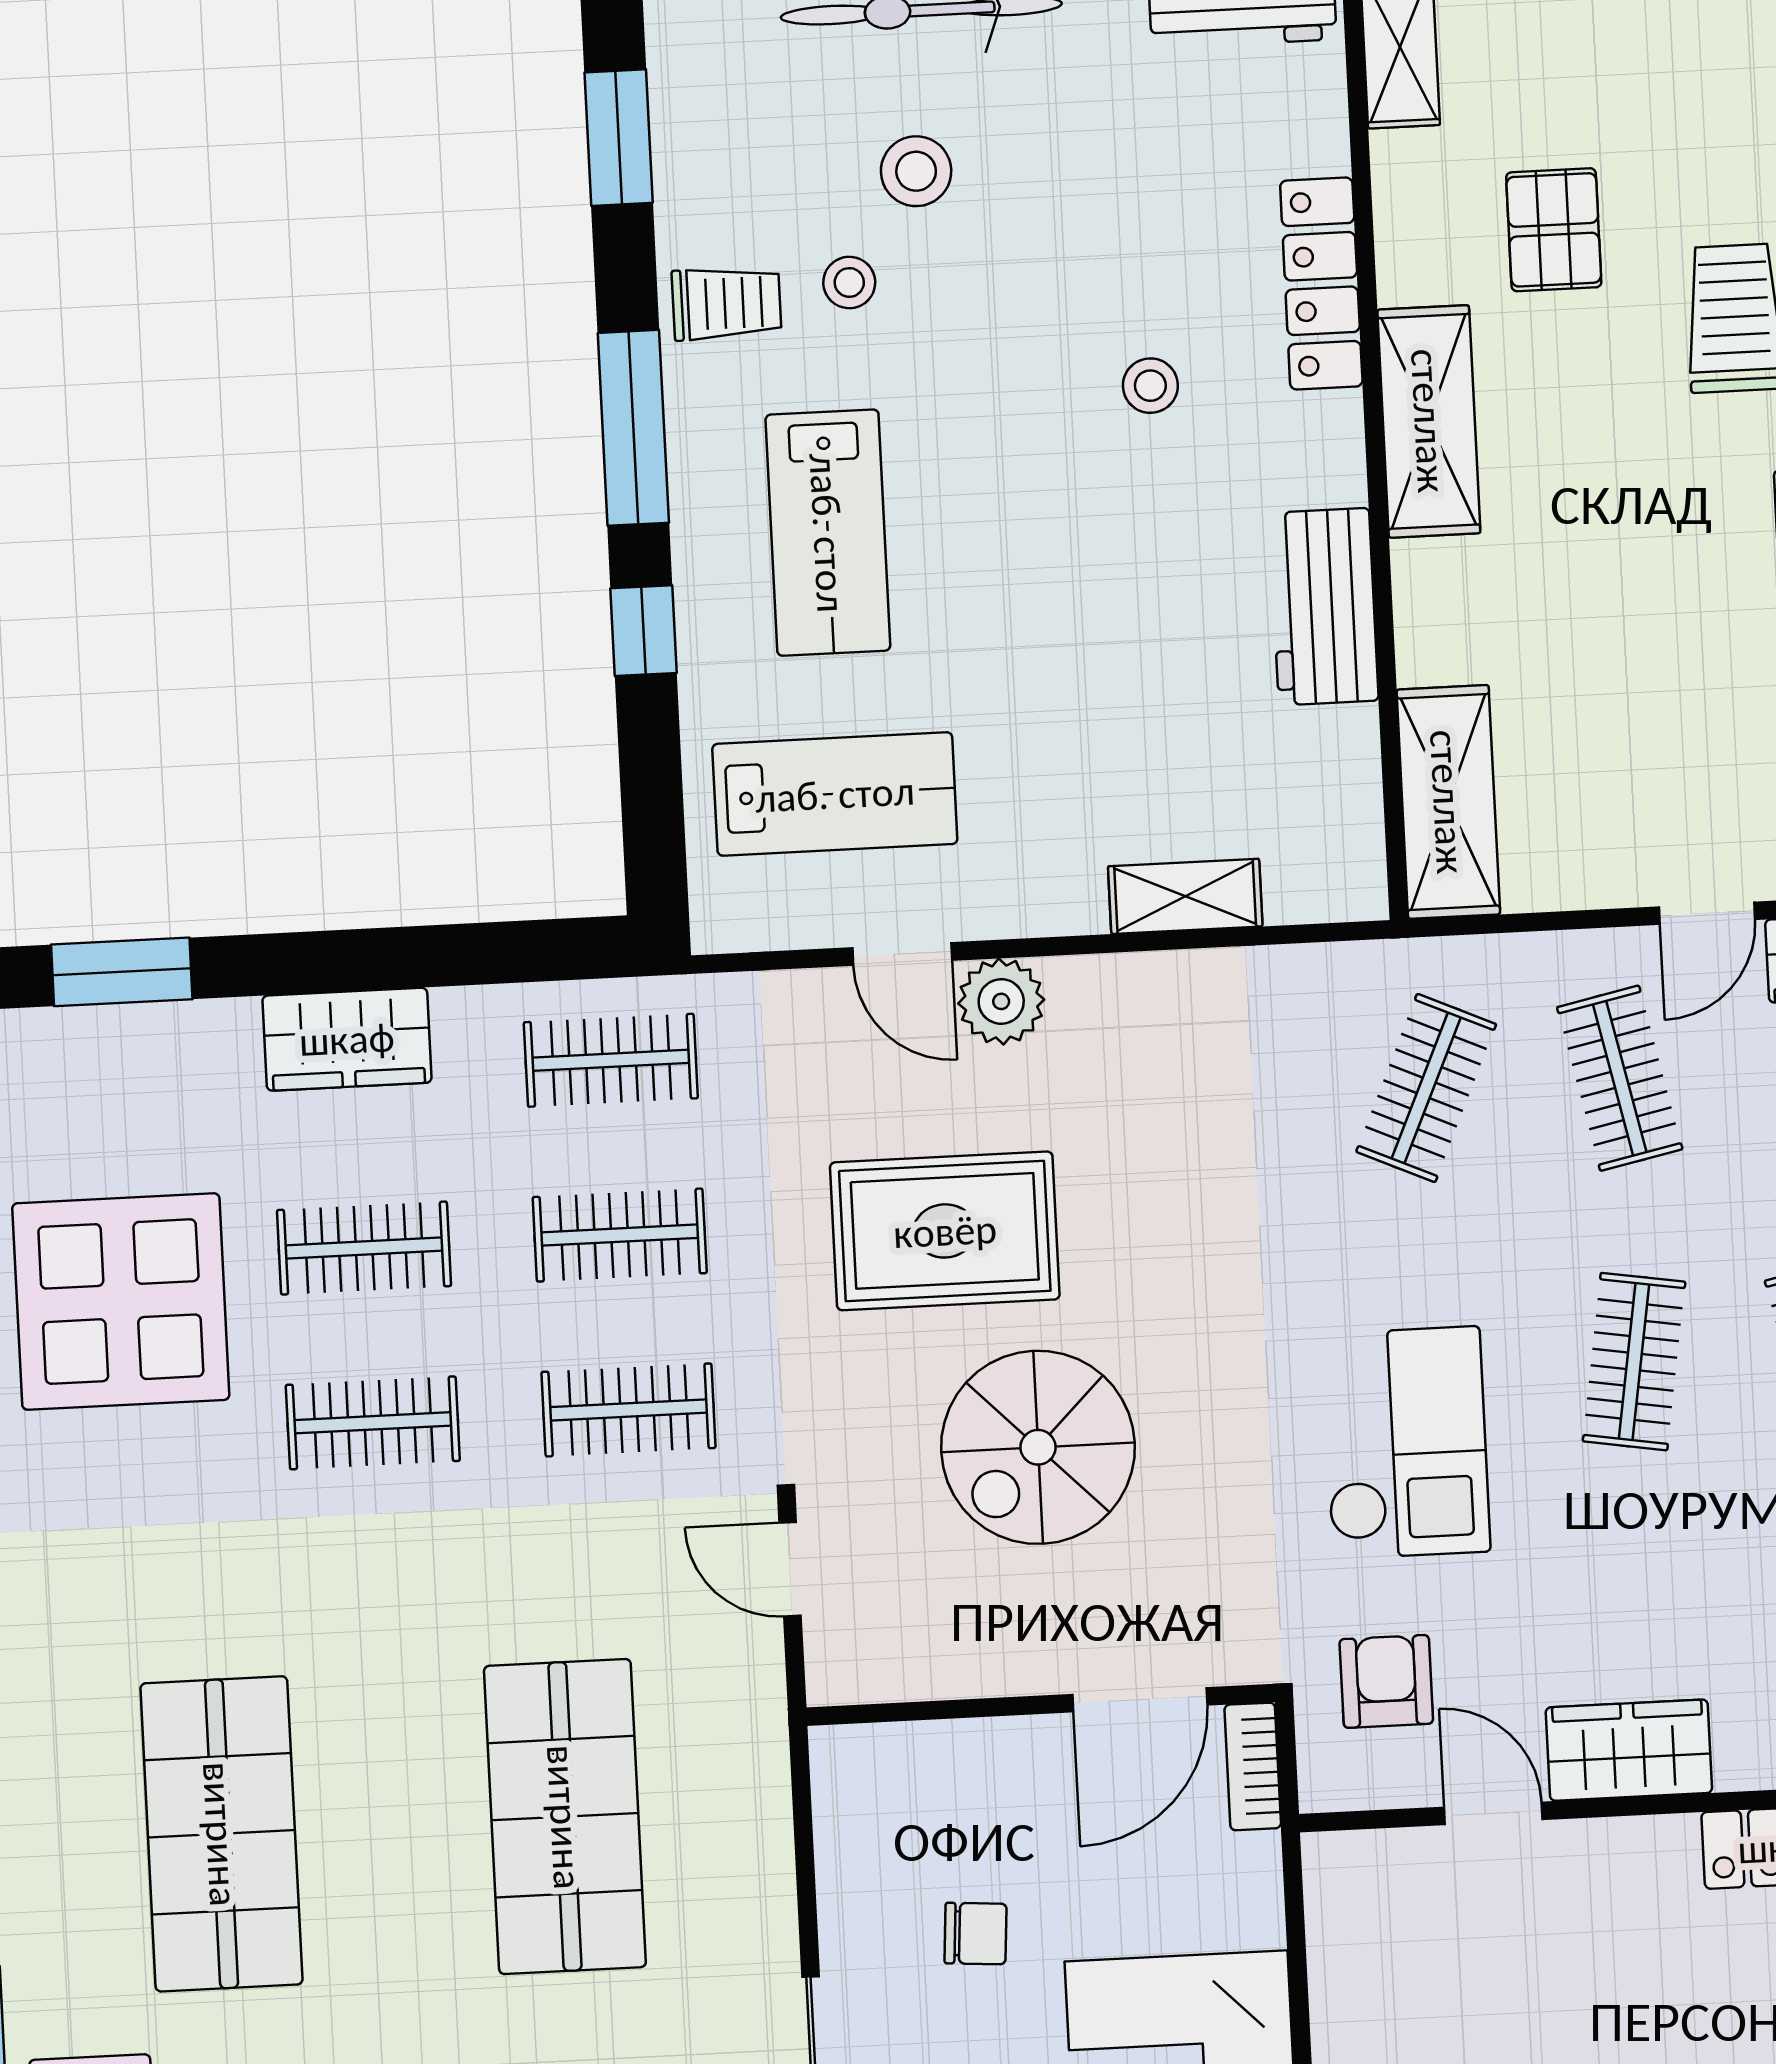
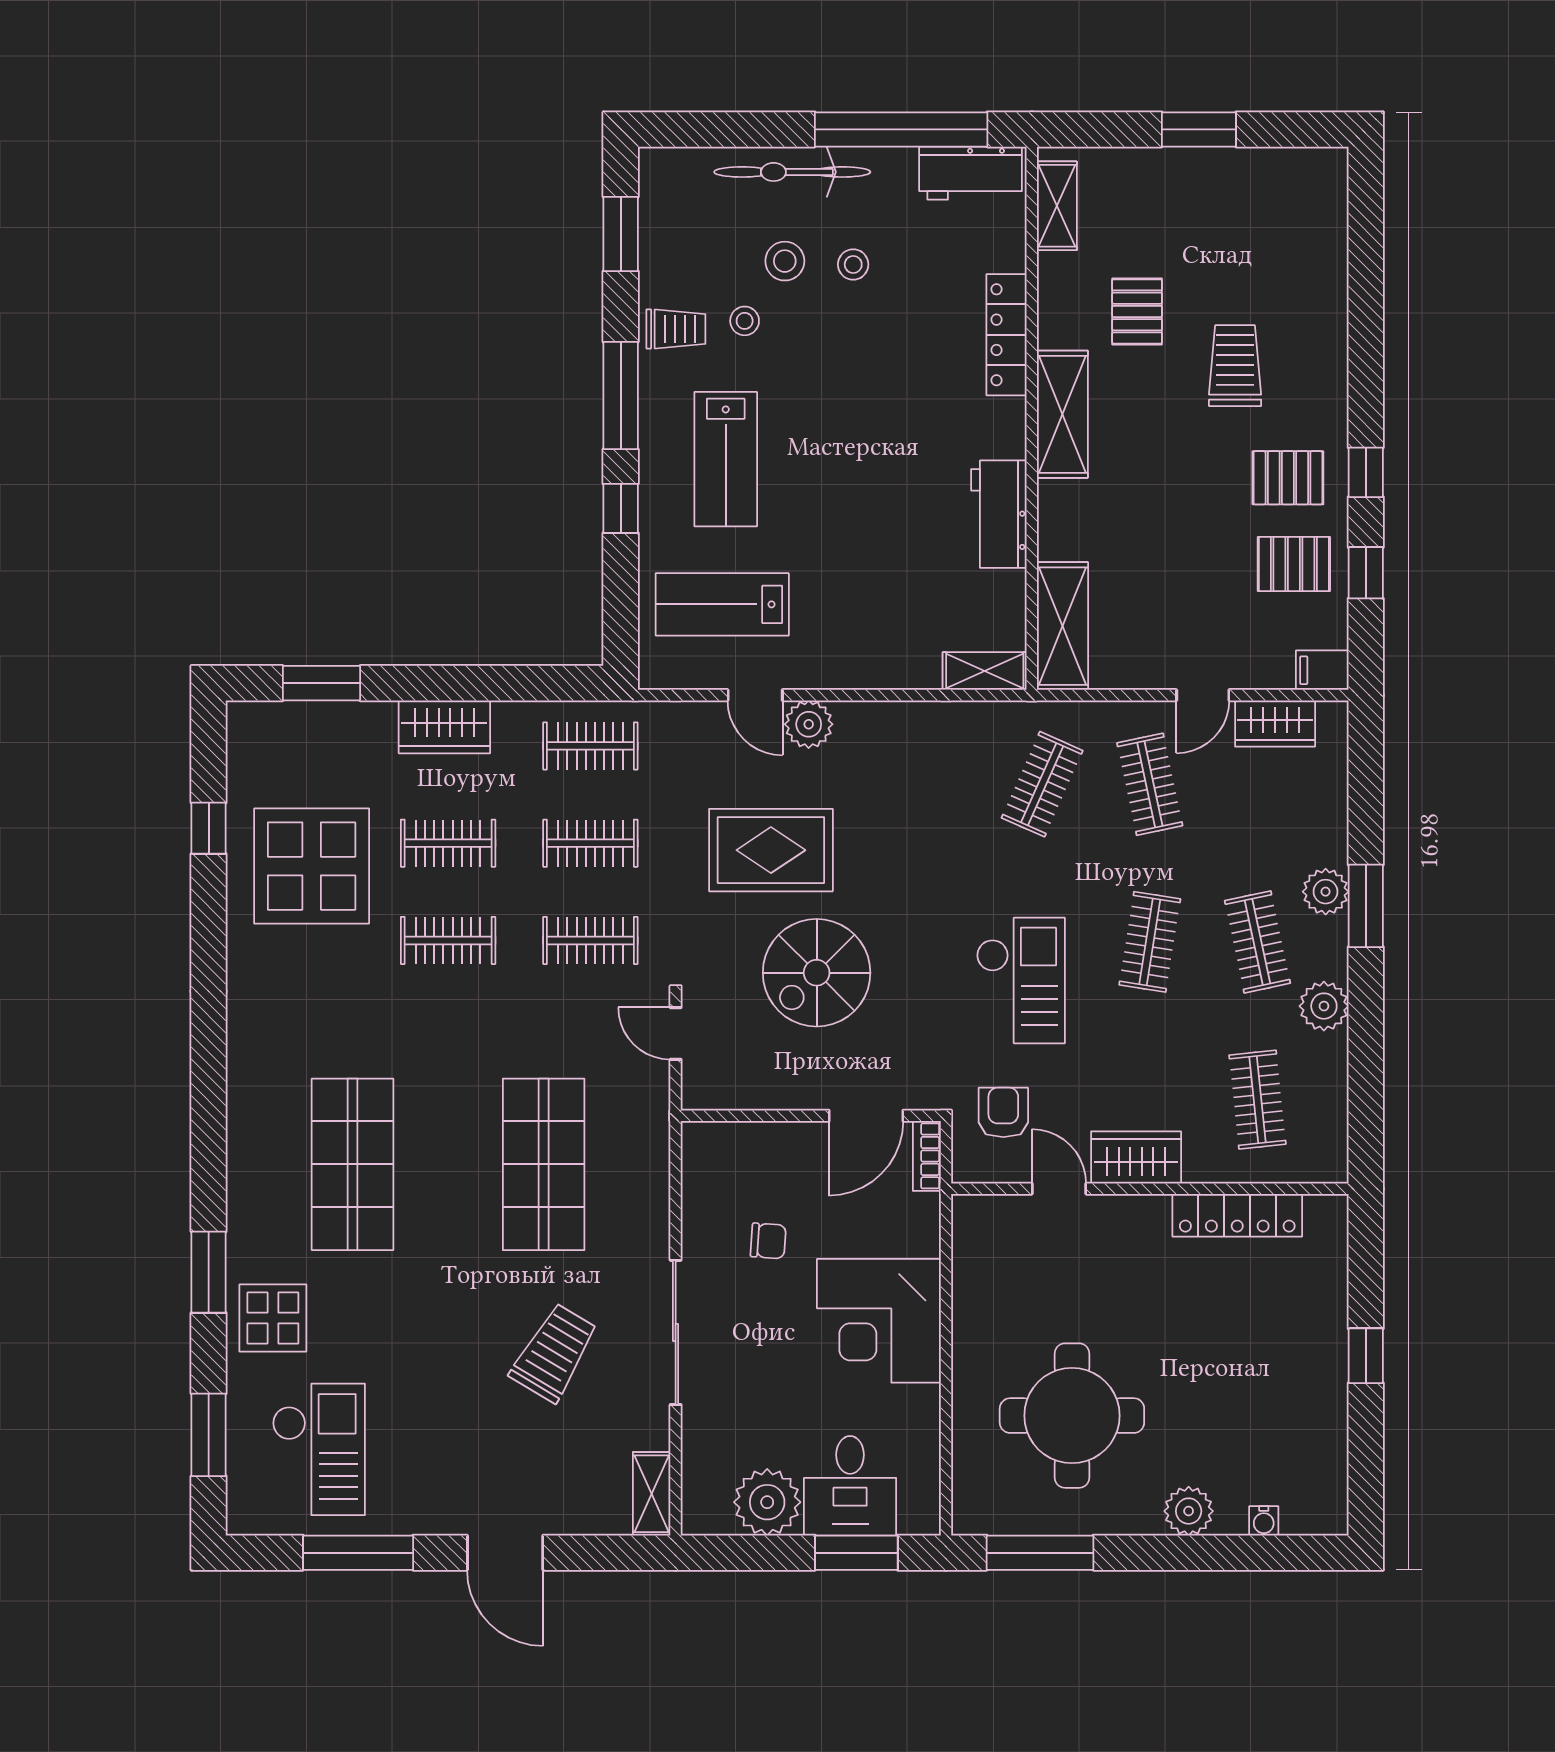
stool: (1150, 386) -> (853, 264), moved
lab bench: (835, 794) -> (722, 604), turned 180
shelving: (1185, 896) -> (985, 671), moved

